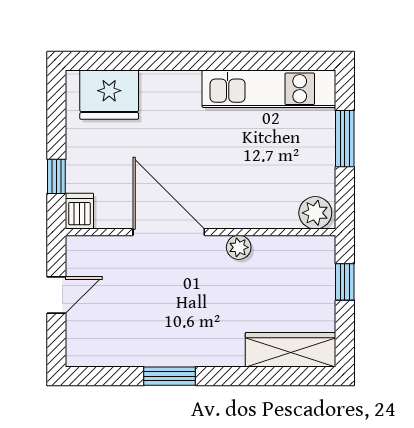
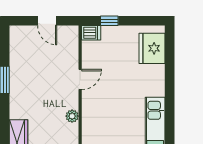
door: (169, 232) -> (80, 79), width x0.53

